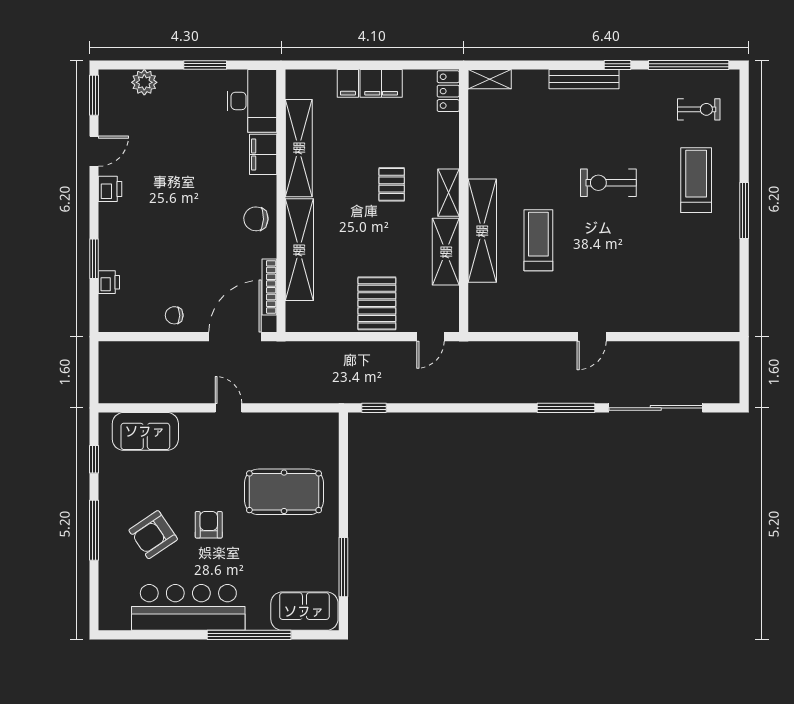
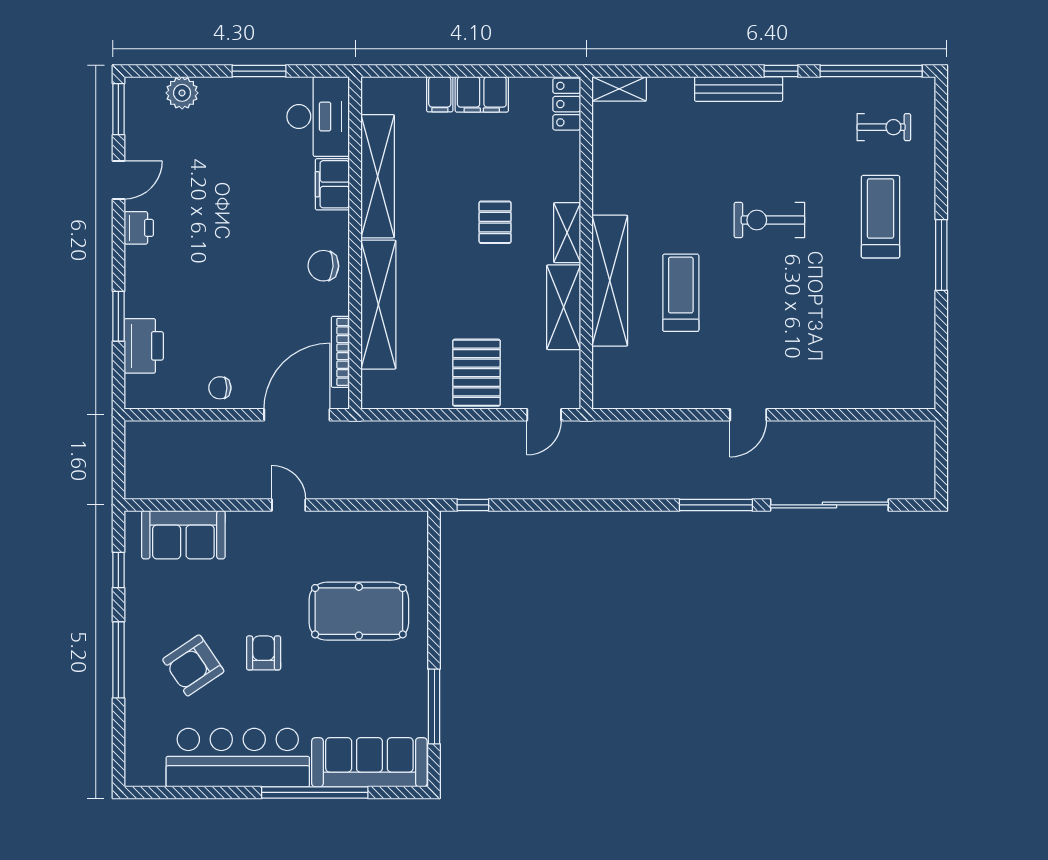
printer: (109, 282) -> (144, 346), width x1.87, depth x1.48
sofa: (304, 611) -> (369, 762), width x1.36

